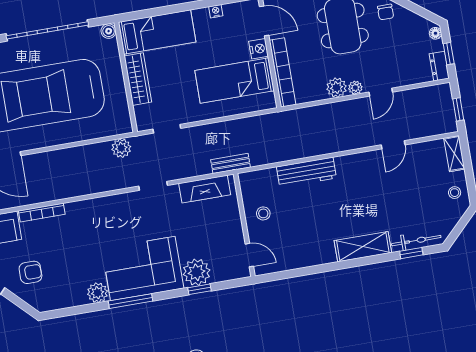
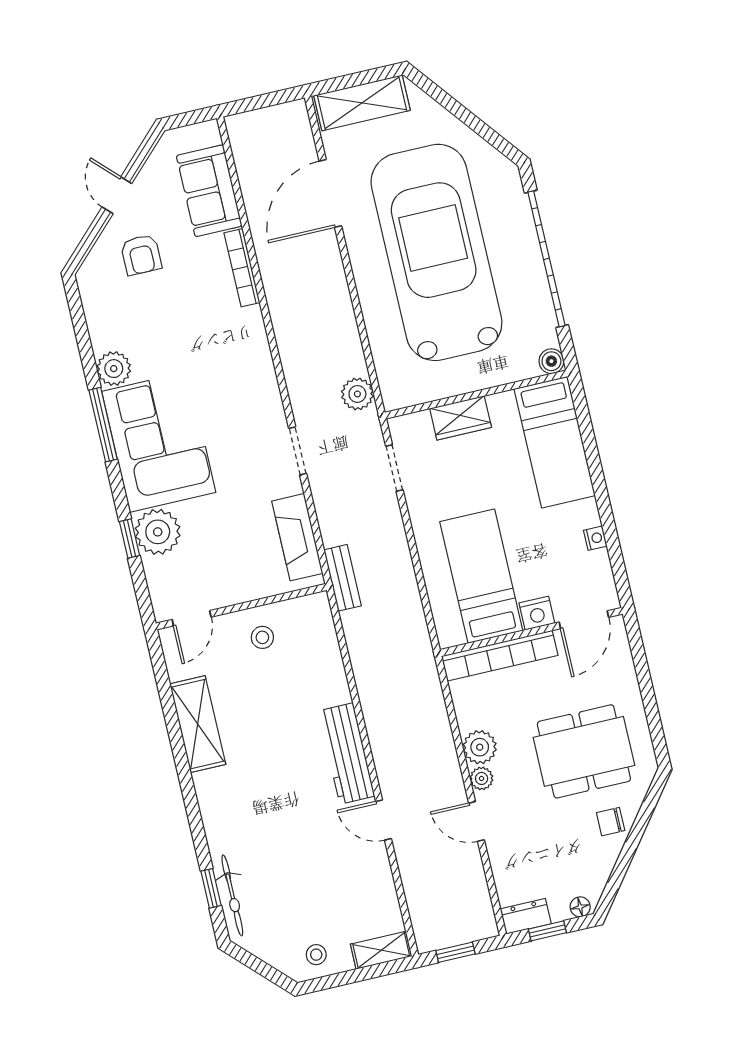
wardrobe: (138, 79) -> (461, 418), width x0.67
door: (393, 145) -> (384, 820), moved
workbench: (306, 172) -> (346, 754), moved
shelving: (363, 247) -> (198, 724), moved

